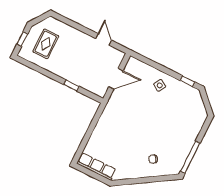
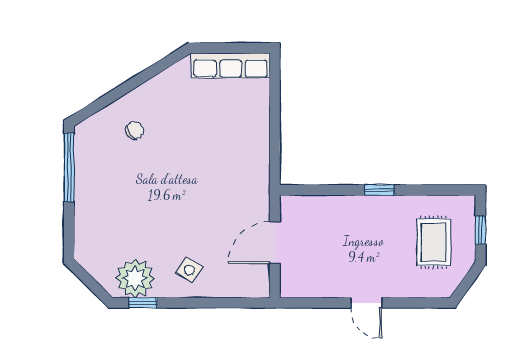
door: (104, 39) -> (366, 303), moved
window: (71, 85) -> (379, 190), moved
plant: (185, 94) -> (135, 278), added

